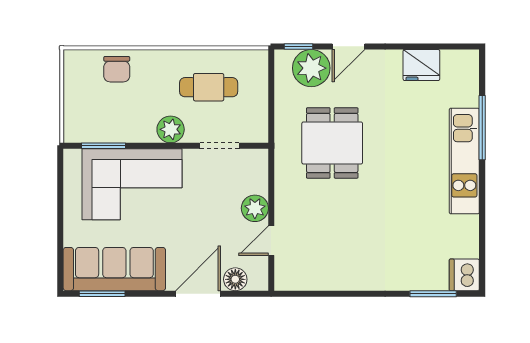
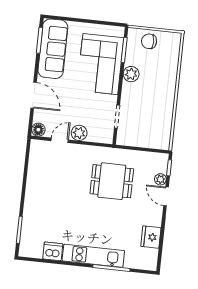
plant: (311, 68) -> (160, 179), width x0.53, depth x0.53
chair: (117, 69) -> (149, 41), moved
cafe table: (209, 87) -> (151, 114), removed
plant: (171, 129) -> (131, 74), moved
door: (271, 241) -> (60, 140), hinge flipped
dishwasher: (464, 275) -> (53, 251), moved
floor lamp: (235, 279) -> (38, 130), moved

